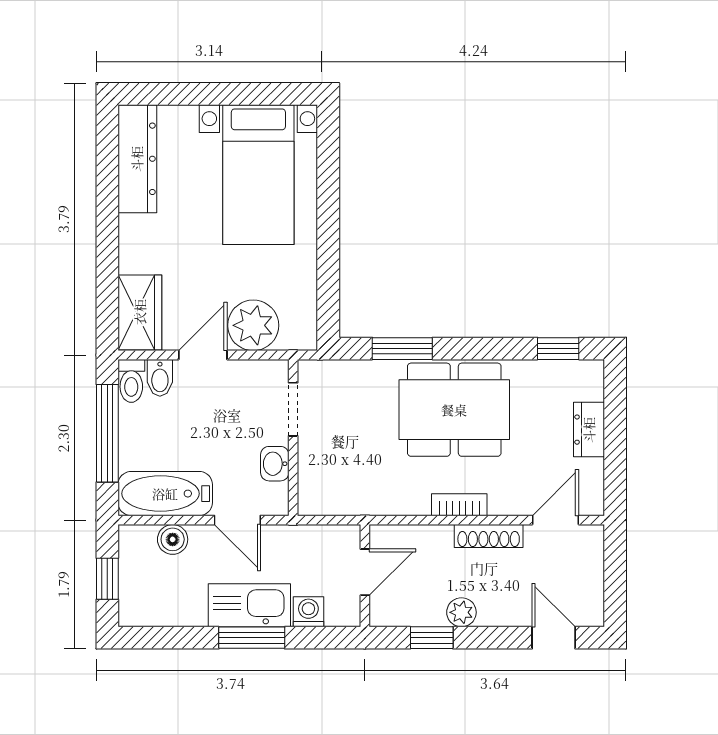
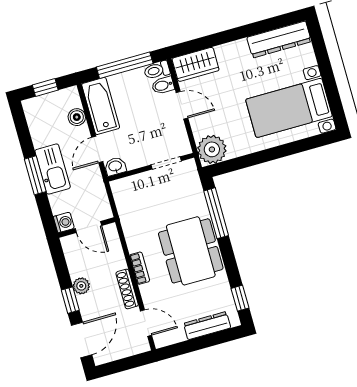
plant: (253, 325) -> (212, 149), moved
window: (402, 349) -> (216, 213), width x1.44
dresser: (589, 430) -> (207, 326), width x1.44
washbasin: (275, 464) -> (115, 166), moved
washing machine: (308, 612) -> (64, 222), moved
window: (432, 638) -> (70, 300), moved
door: (554, 638) -> (82, 340), width x1.37

